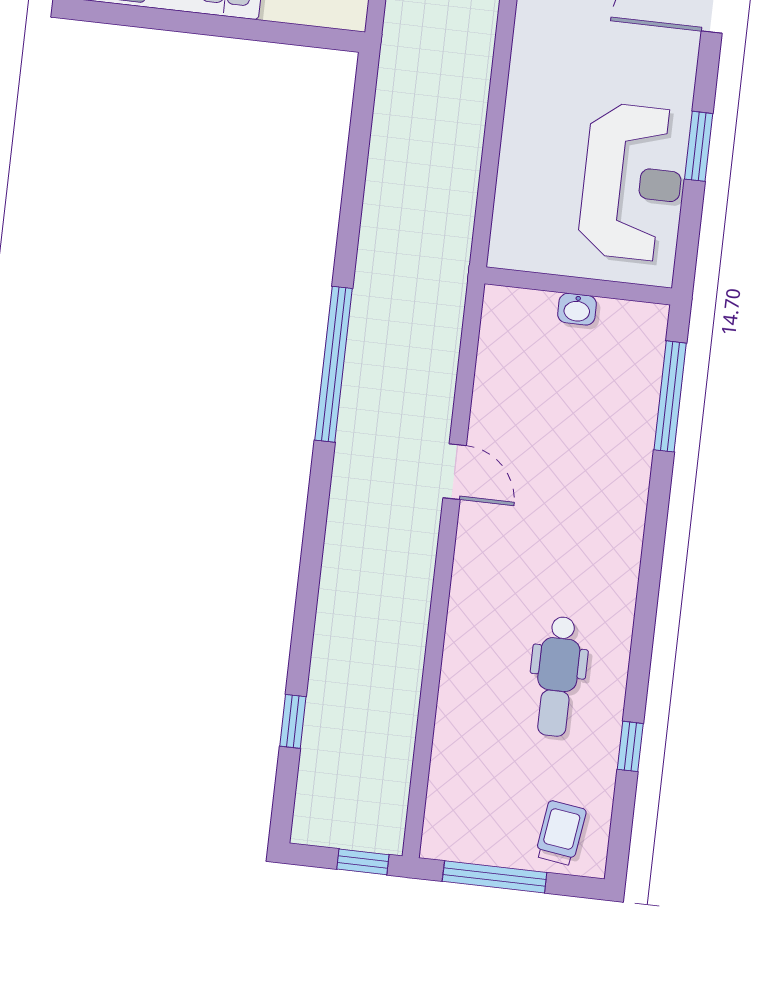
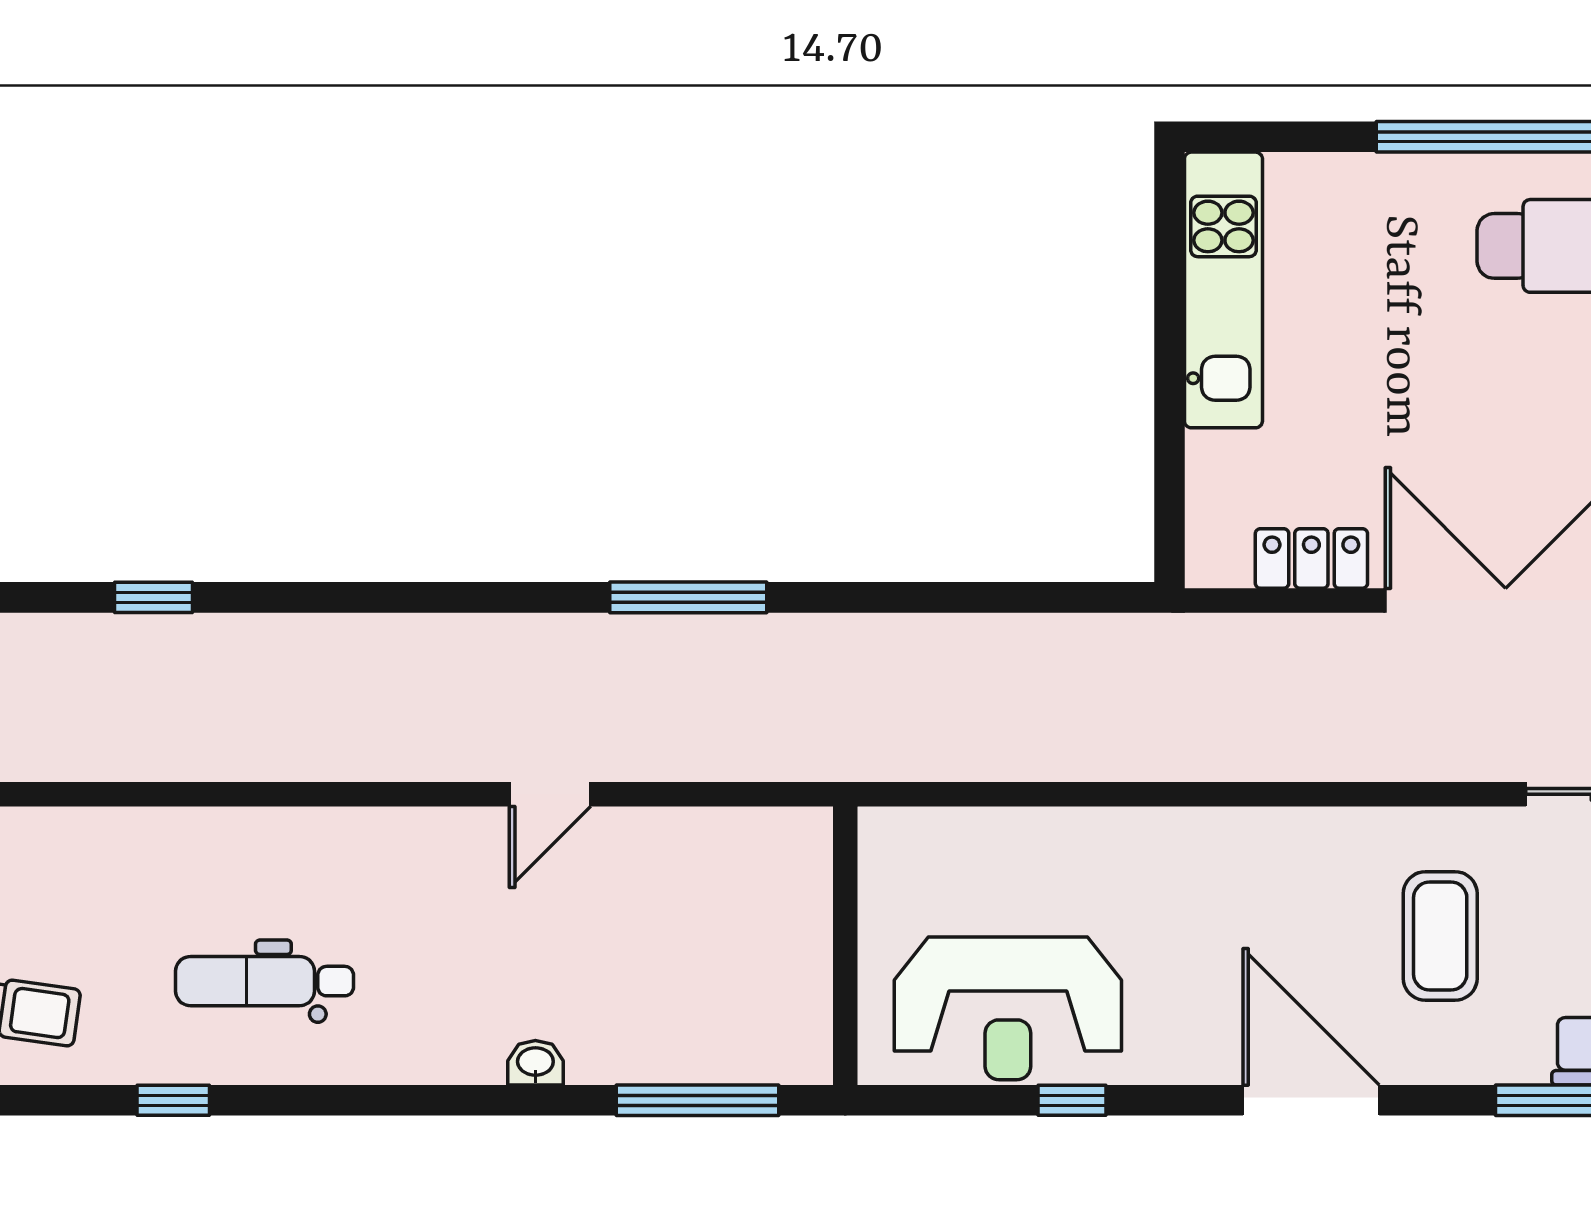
window: (699, 146) -> (1072, 1100), width x0.67
washbasin: (577, 309) -> (535, 1063), moved, turned 90
window: (334, 364) -> (688, 597), width x0.68

